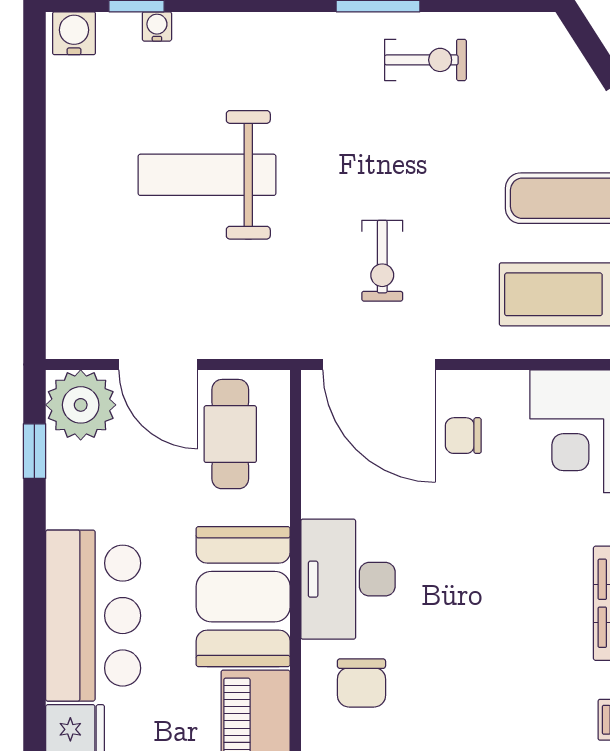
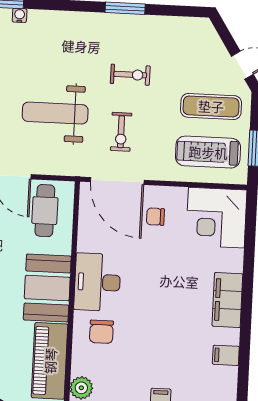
exercise bike: (425, 60) -> (130, 75), moved
weight bench: (207, 175) -> (55, 113), moved

